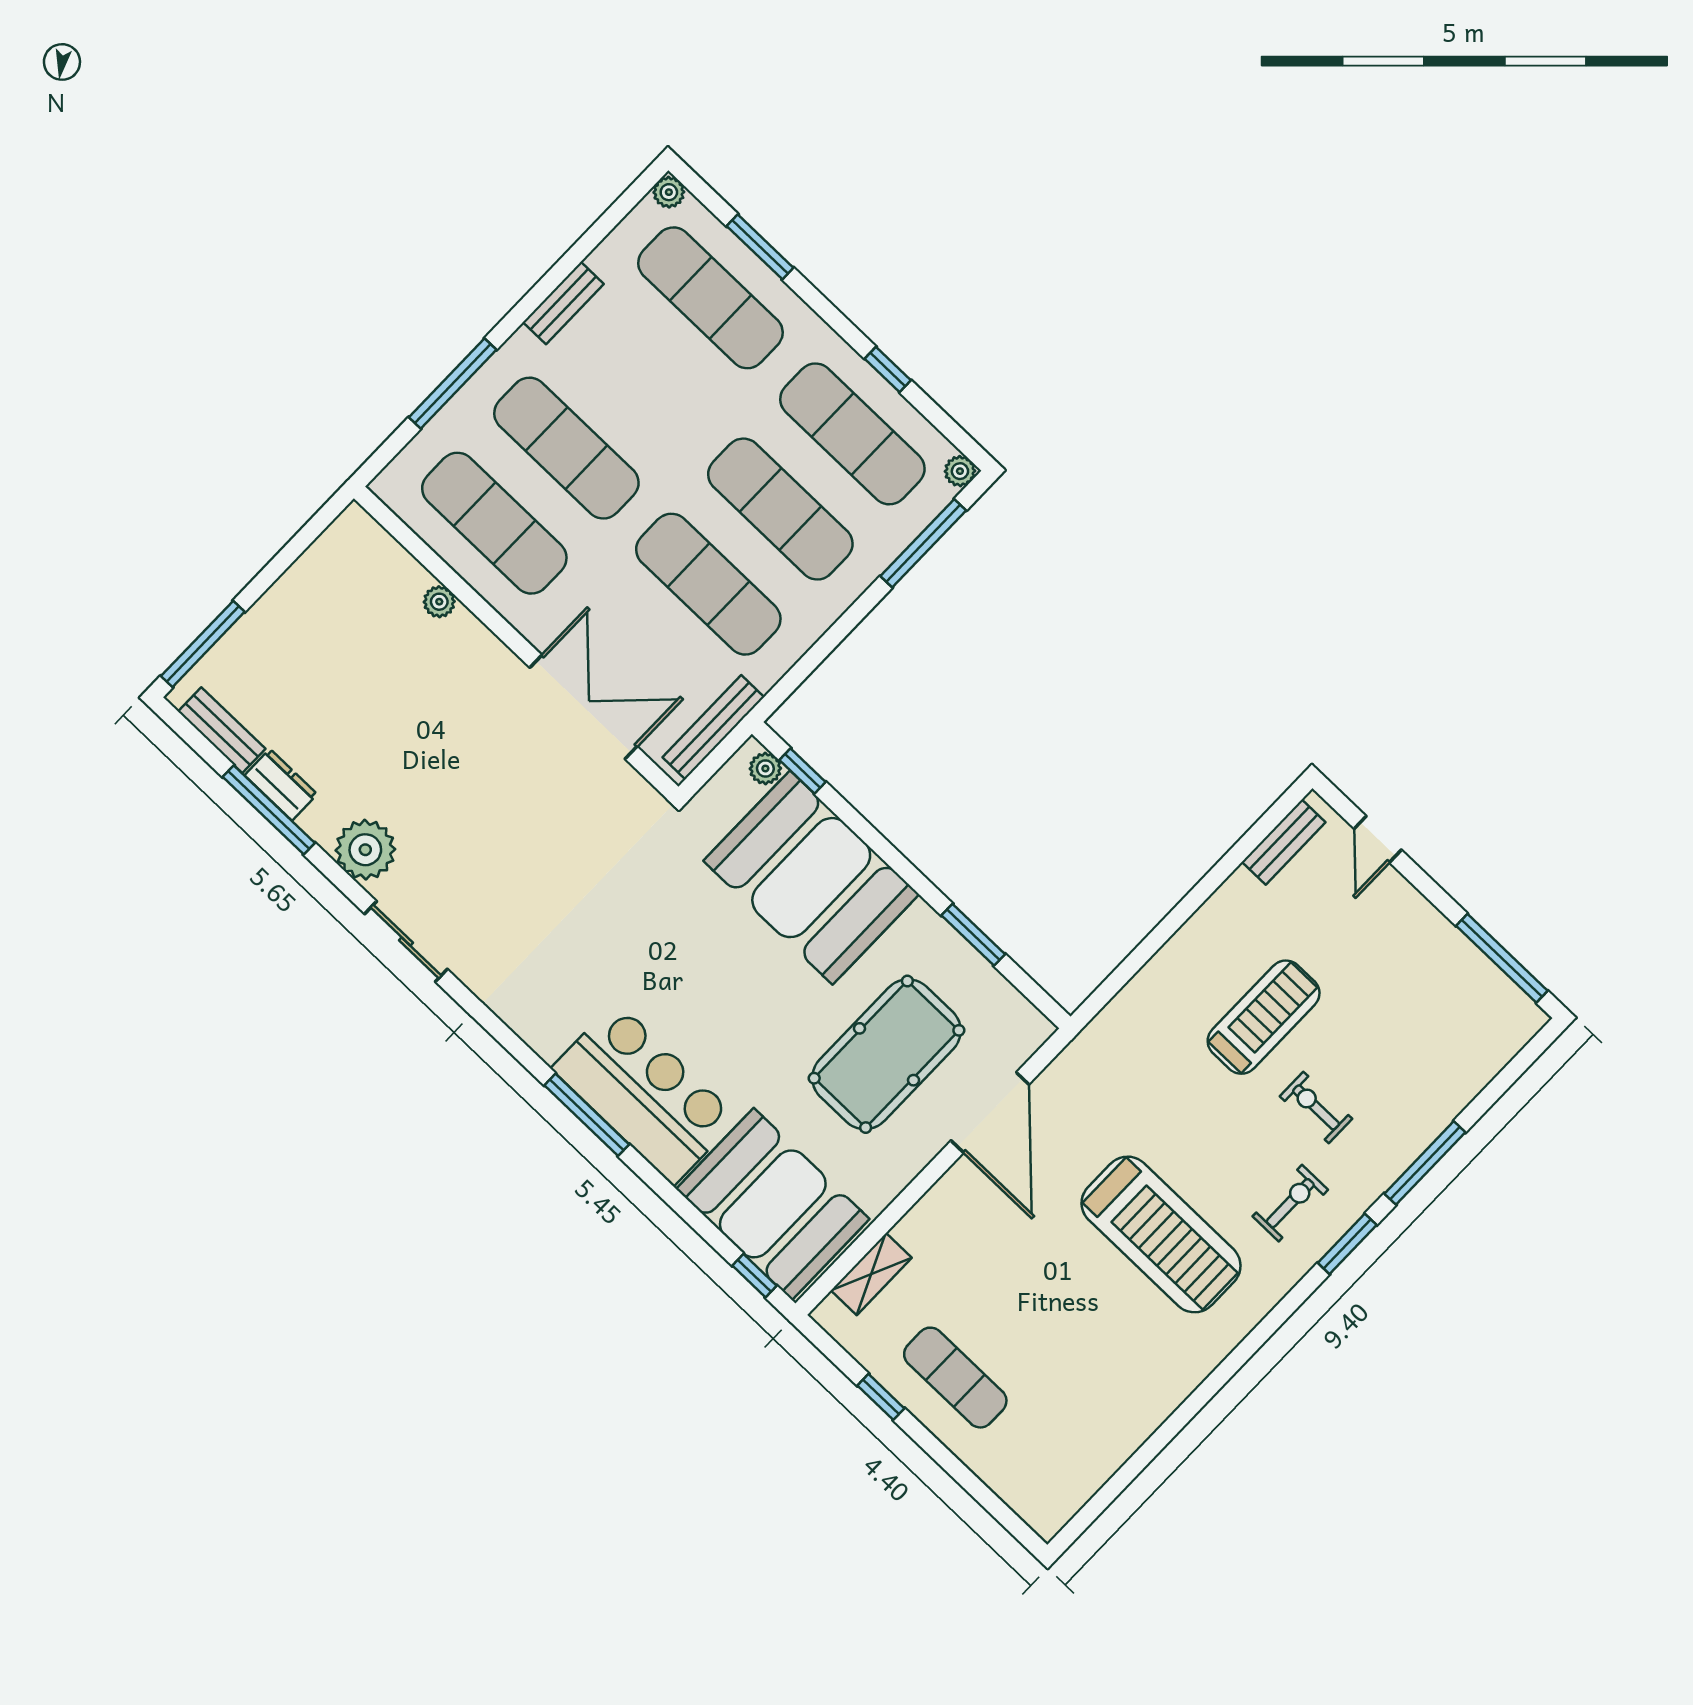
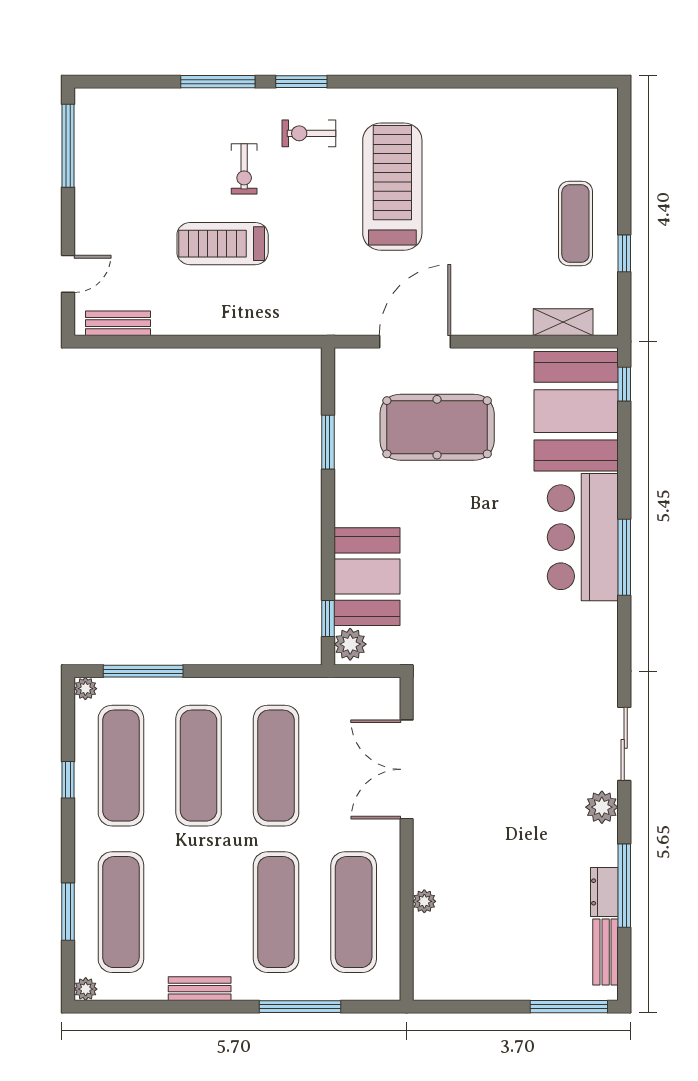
bench: (713, 727) -> (350, 689), removed
plant: (765, 768) -> (350, 644), width x1.38, depth x1.38
plant: (365, 850) -> (602, 807), width x0.73, depth x0.73
booth: (811, 878) -> (367, 577), width x0.73, depth x0.70

